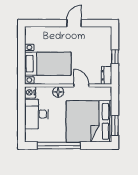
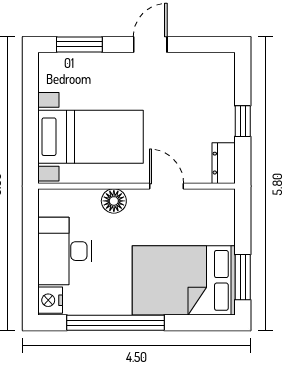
window: (43, 23) -> (79, 44), added
nightstand: (30, 92) -> (50, 300), moved
bed: (89, 121) -> (184, 280), width x0.73

